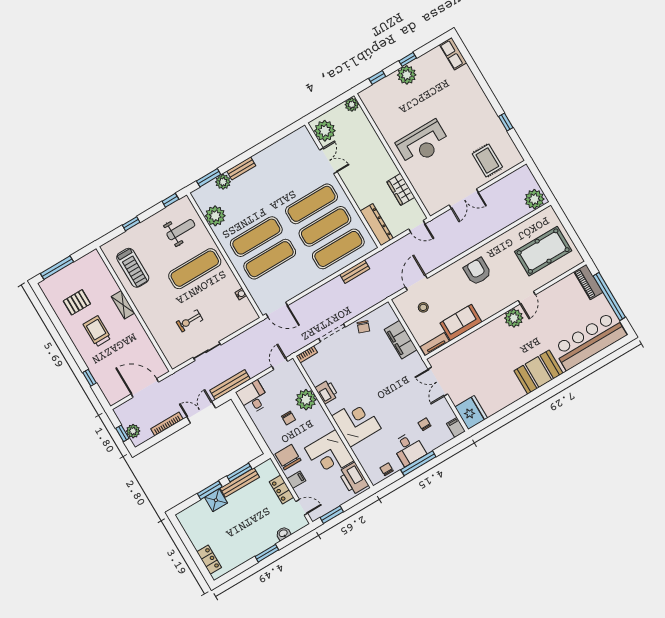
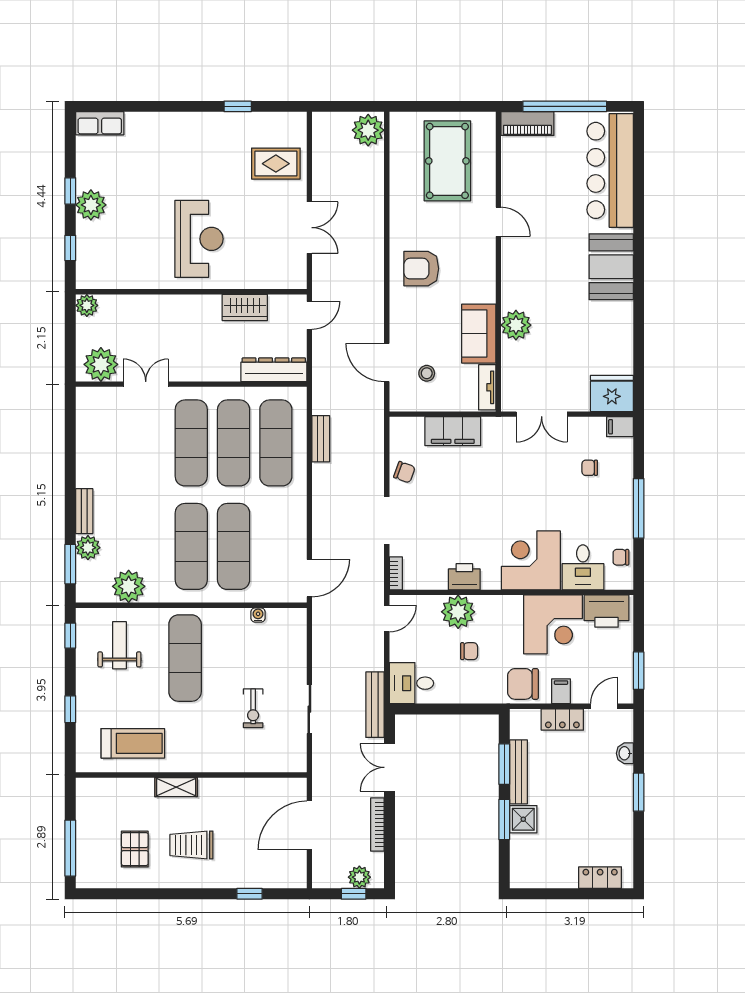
plant: (514, 318) -> (516, 325), moved
door: (280, 364) -> (387, 619), swing flipped
desk: (409, 449) -> (583, 567), moved, turned 90

